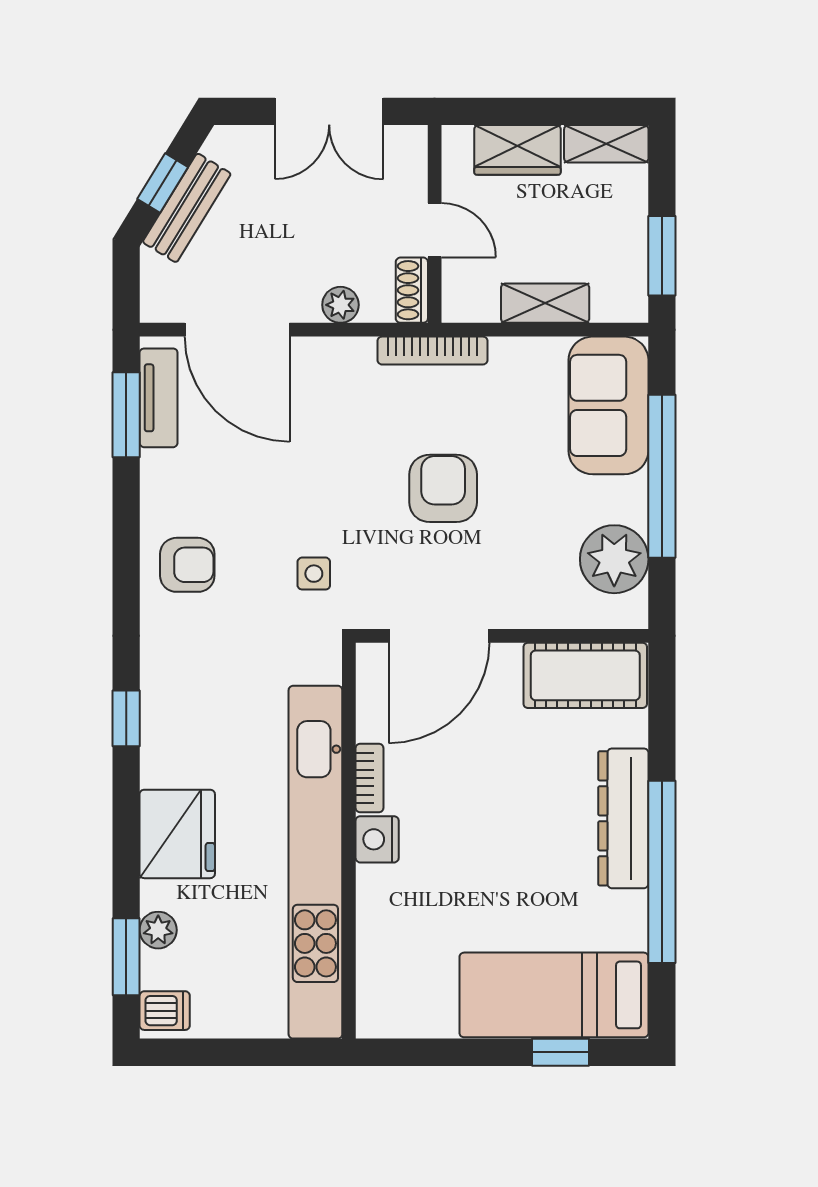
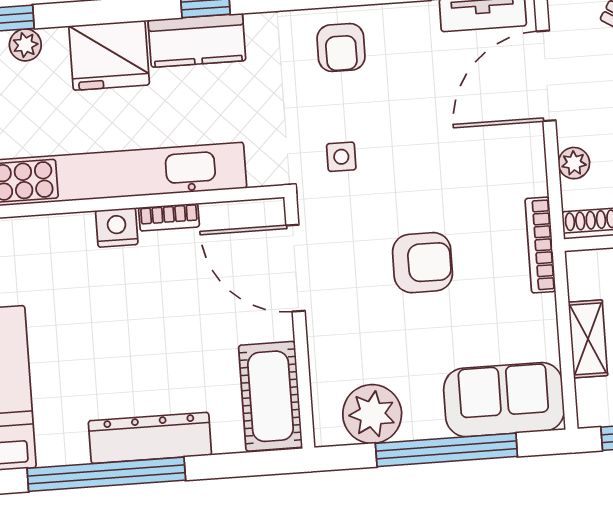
kitchen counter: (167, 731) -> (197, 40), added

